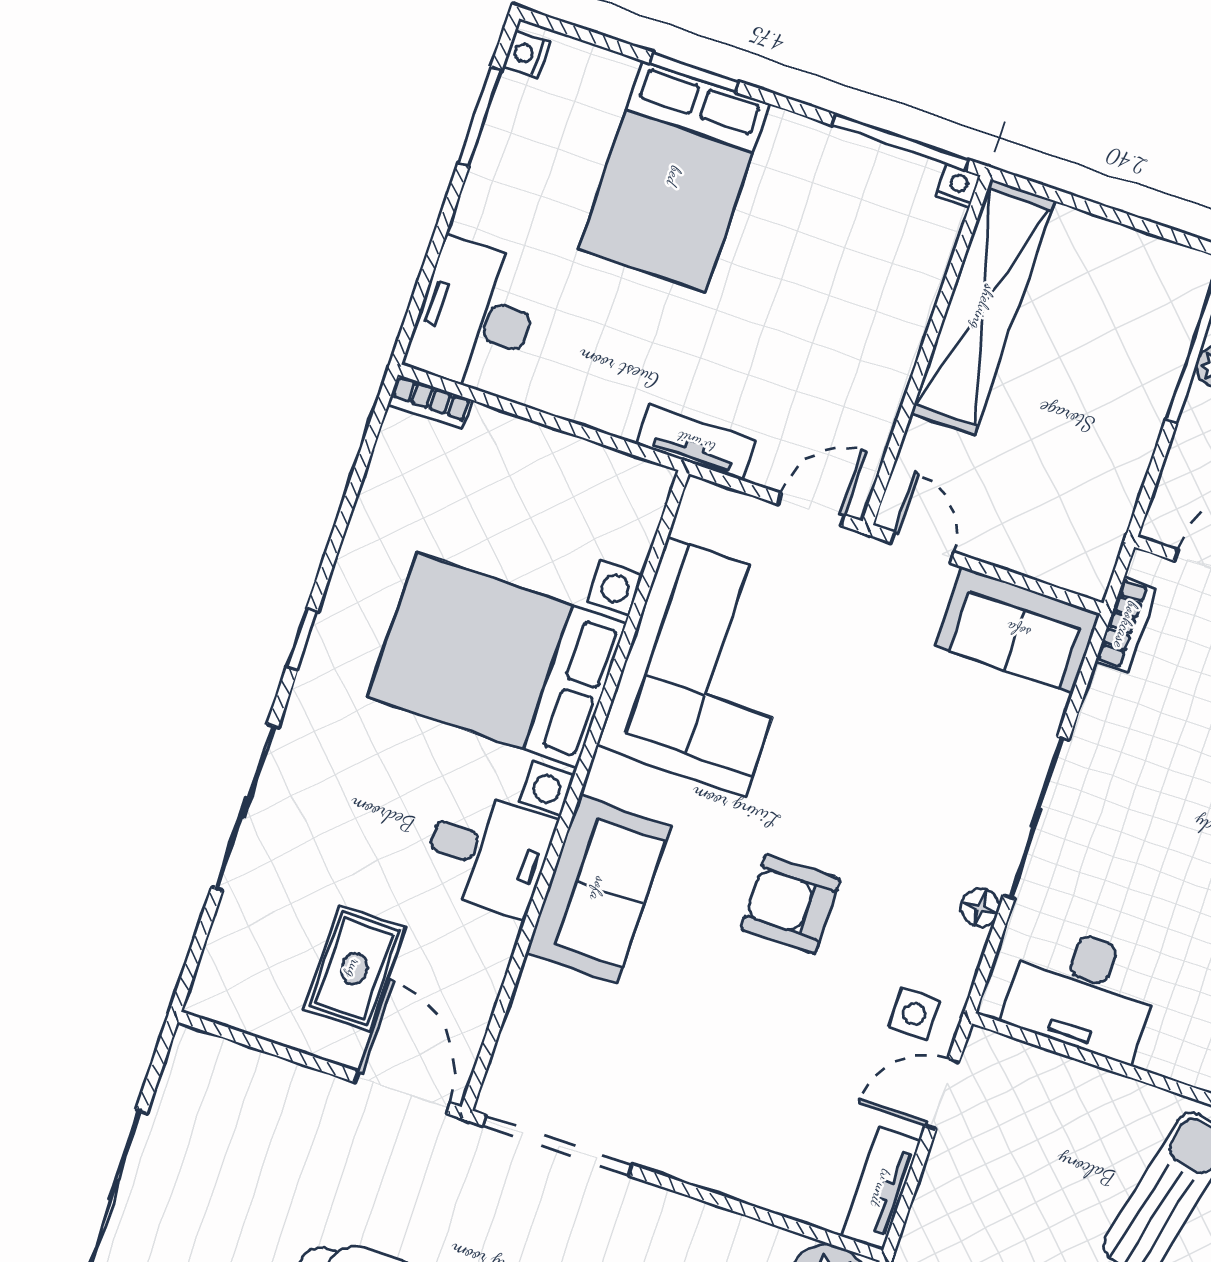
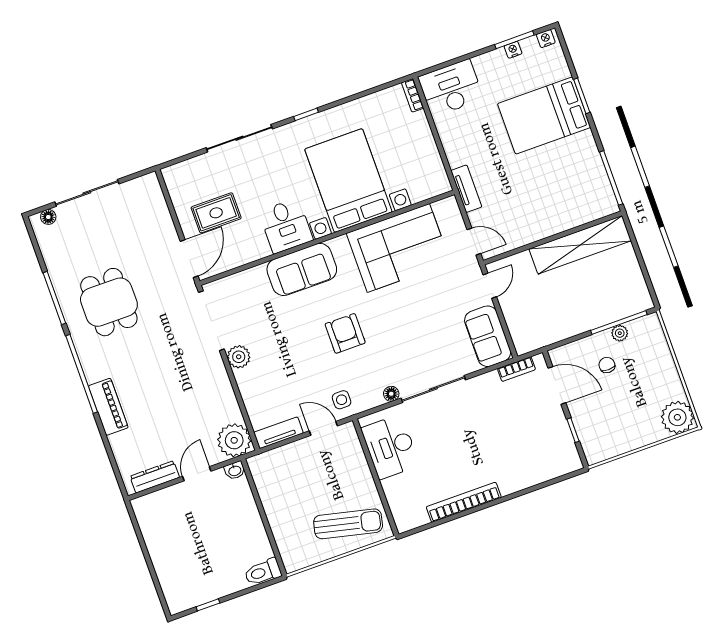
nightstand: (958, 186) -> (513, 50), moved, turned -90
plant: (671, 1148) -> (239, 357), added

